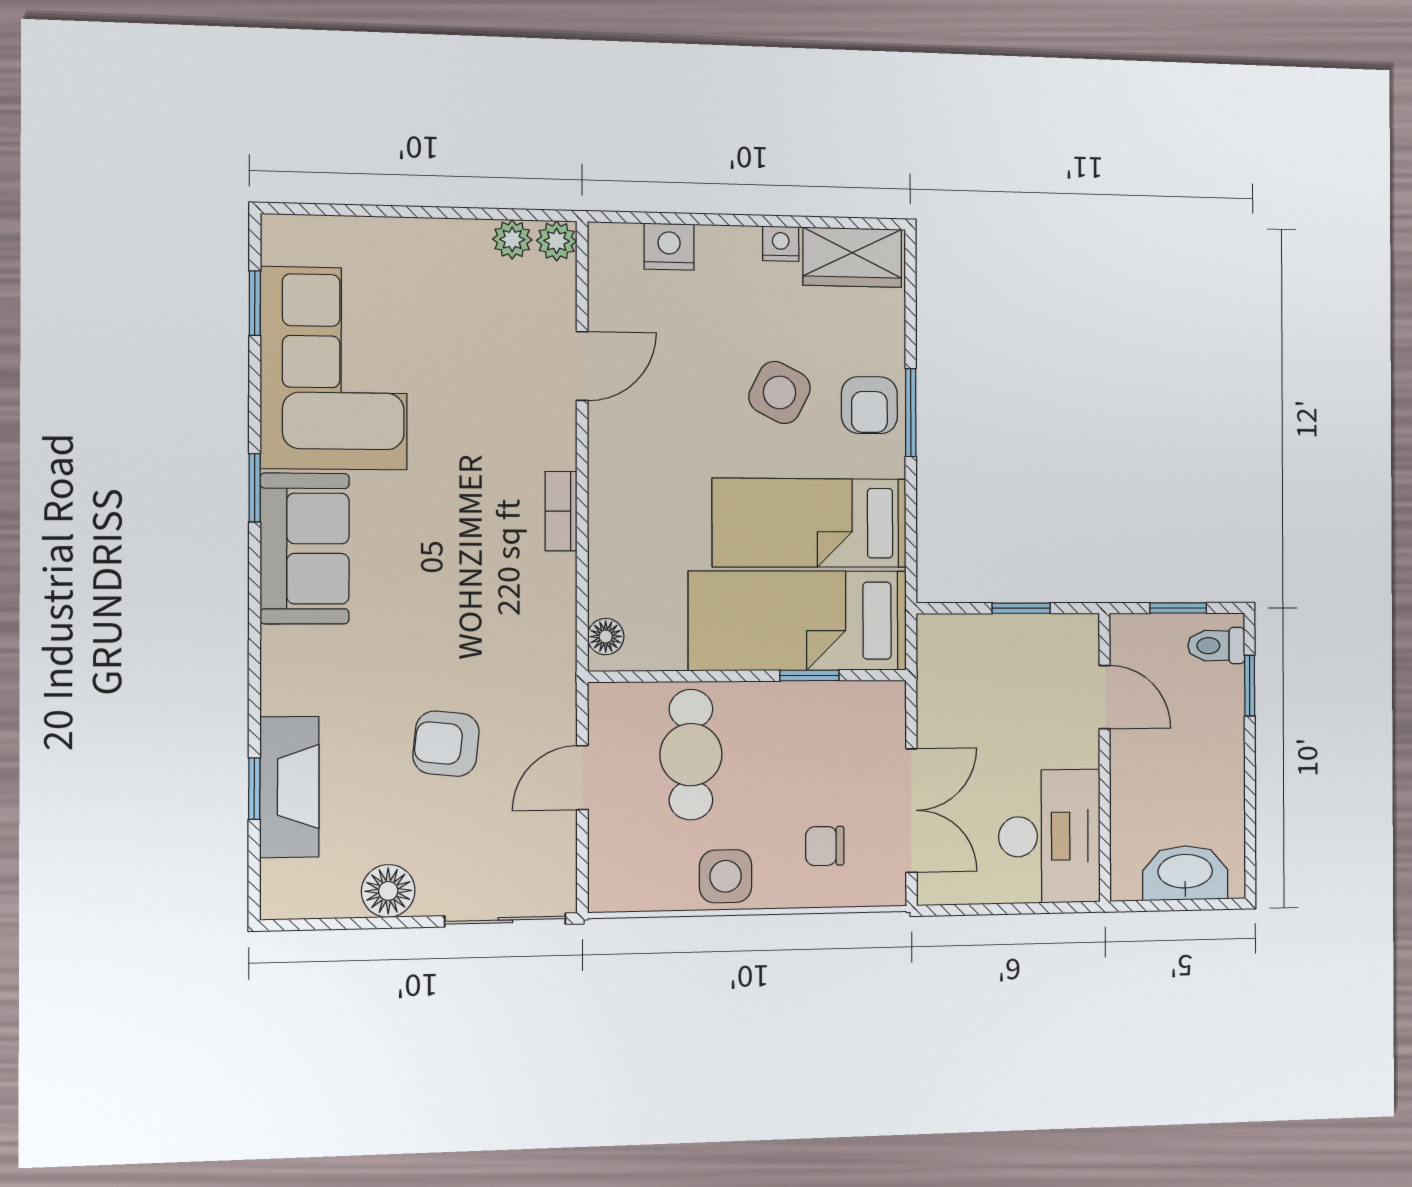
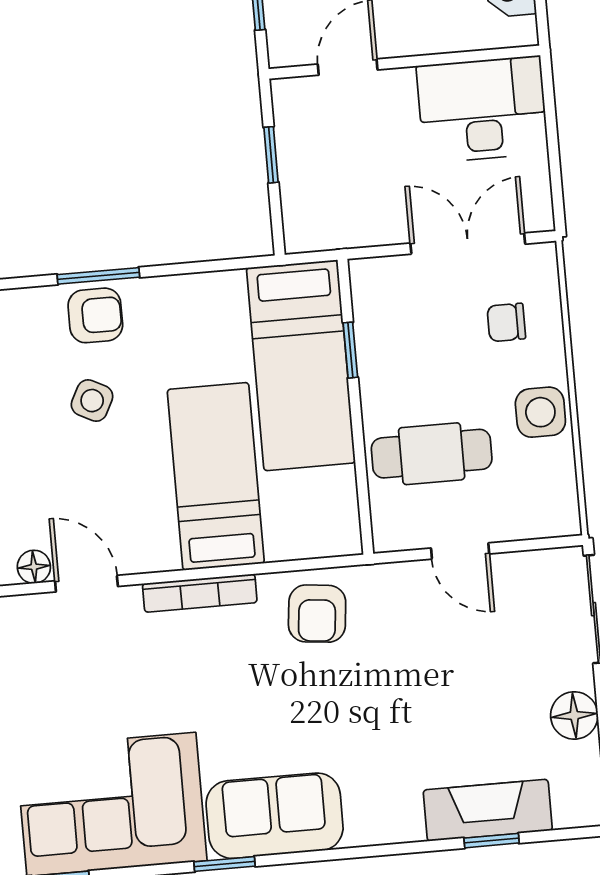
side table: (780, 392) -> (92, 401), width x0.73, depth x0.73
bookcase: (561, 511) -> (200, 593), width x1.56
bed: (810, 523) -> (216, 476), moved, turned 180
floor lamp: (606, 637) -> (34, 567), moved
armchair: (446, 744) -> (317, 614), moved
chair: (825, 846) -> (506, 322), turned 90

